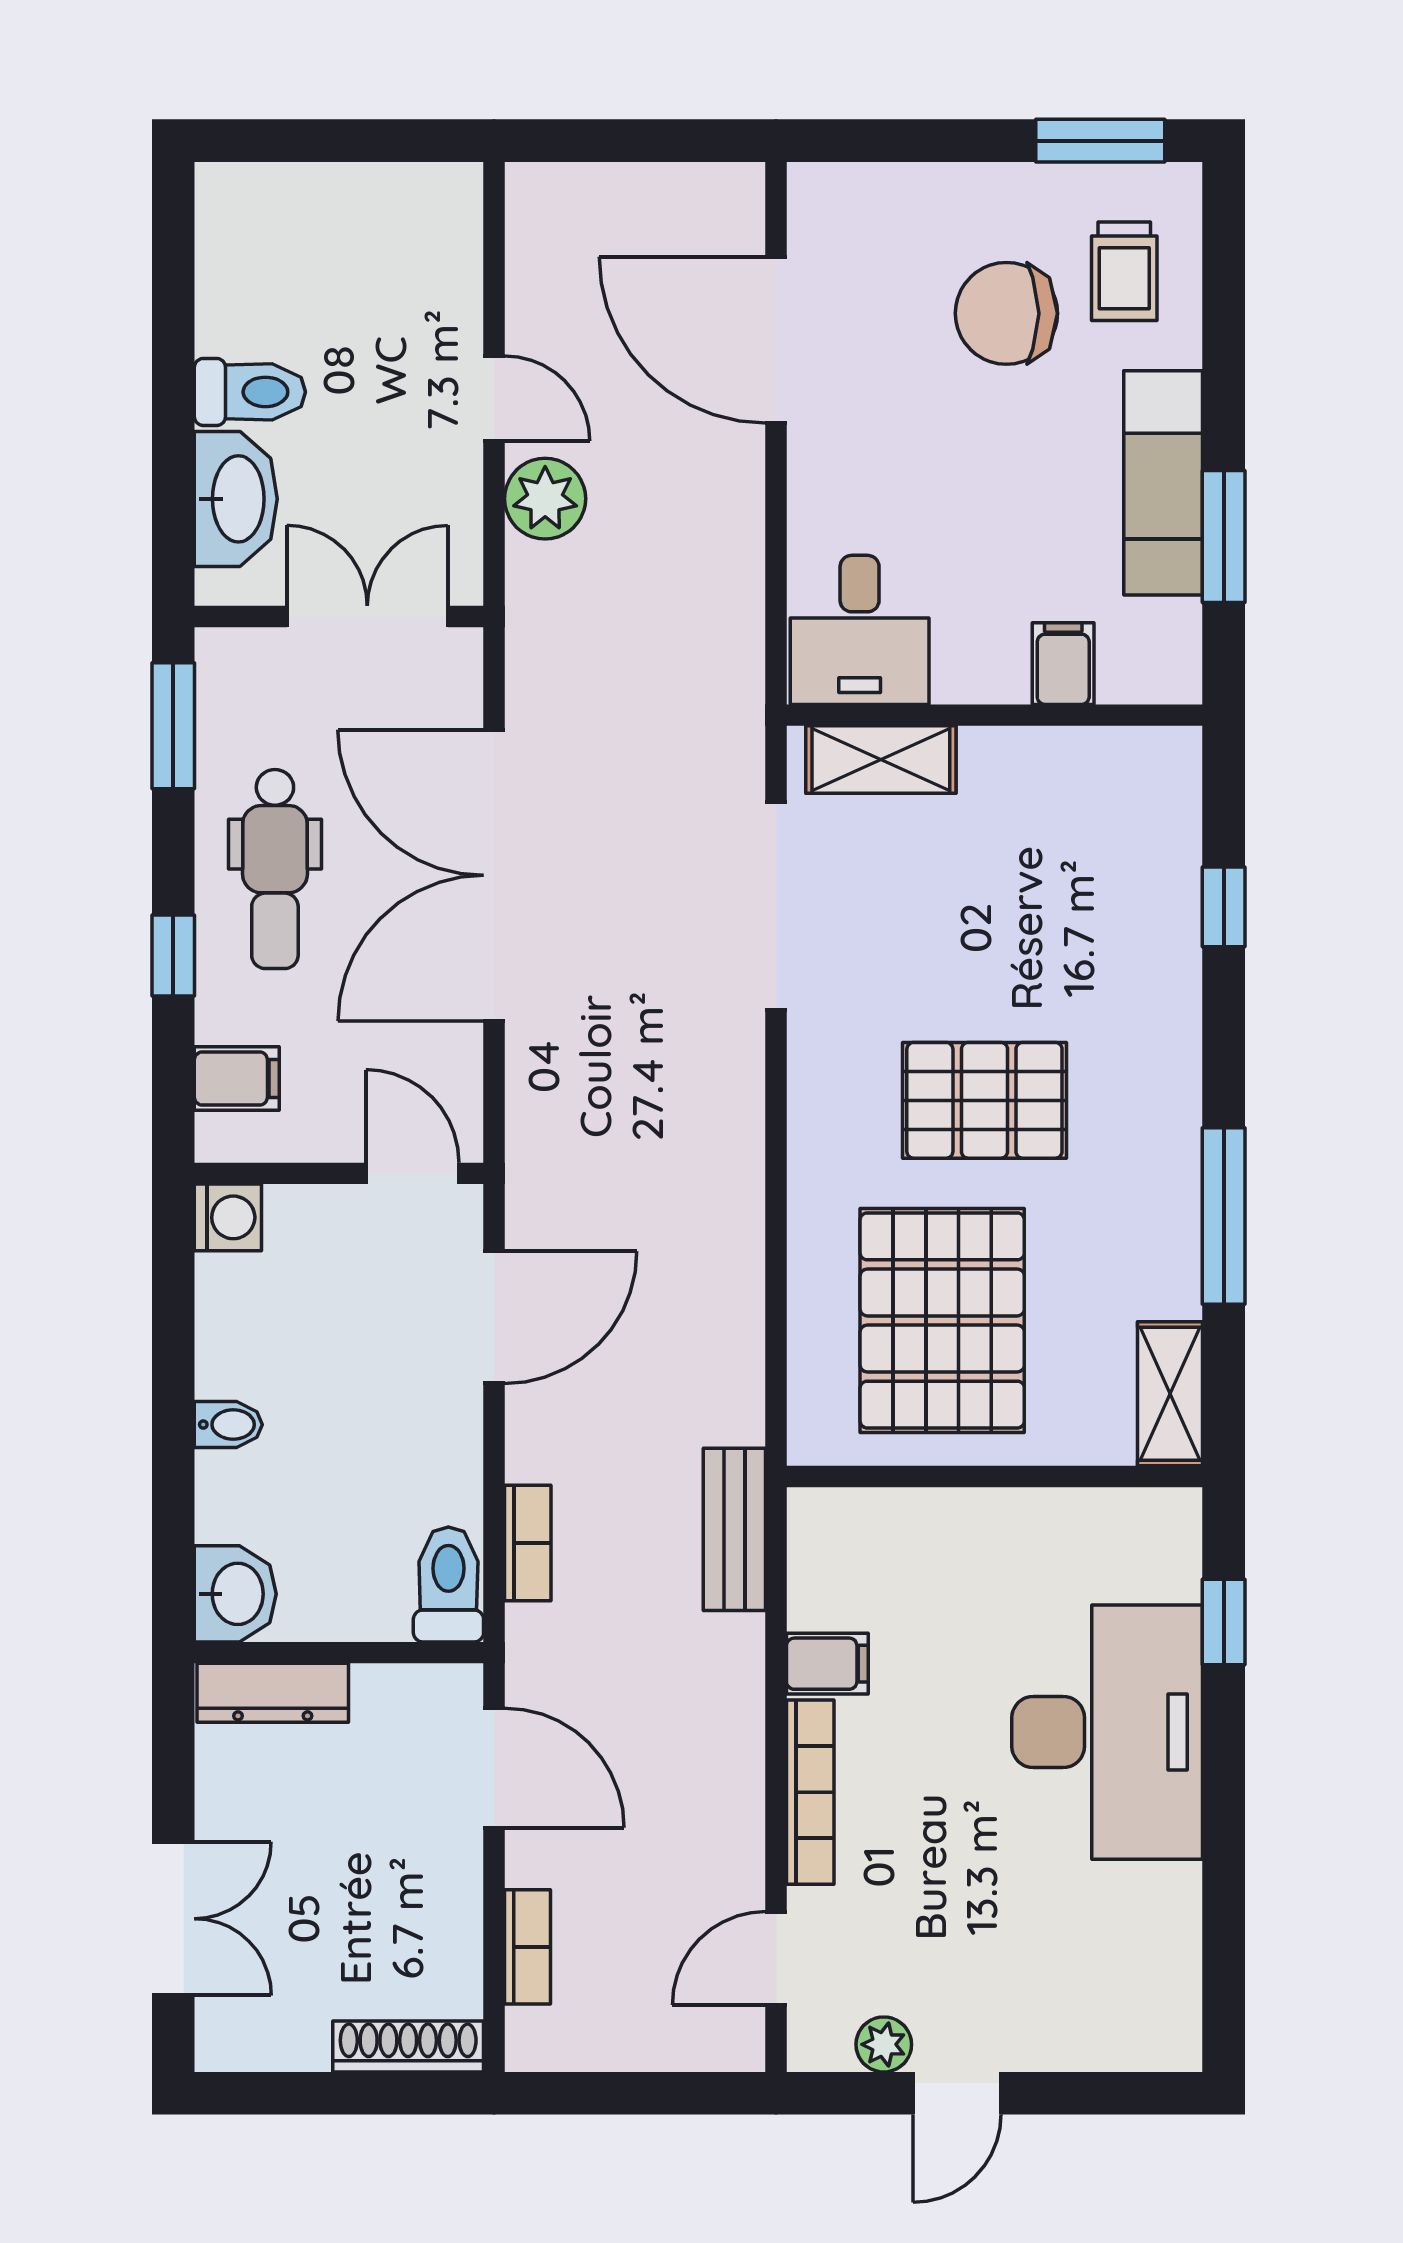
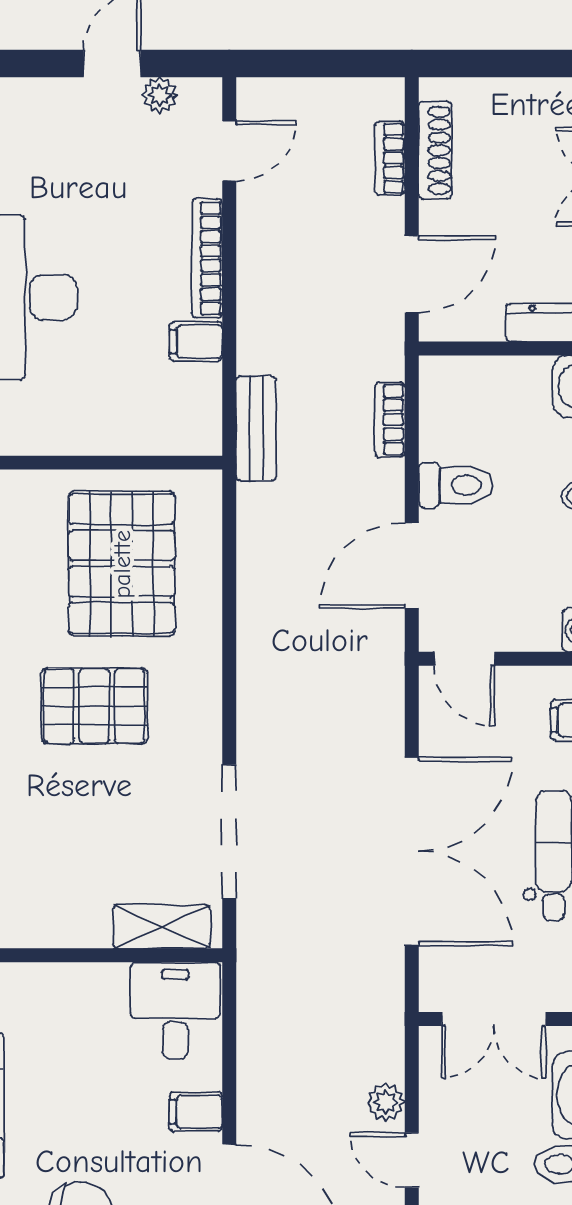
plant: (545, 499) -> (386, 1102), width x0.73, depth x0.73
filing cabinet: (1063, 664) -> (196, 1112), moved, turned 90
toilet: (448, 1584) -> (456, 485), moved, turned -90
door: (494, 1768) -> (412, 274), swing flipped
shoe rack: (408, 2046) -> (435, 150), moved, turned -90

